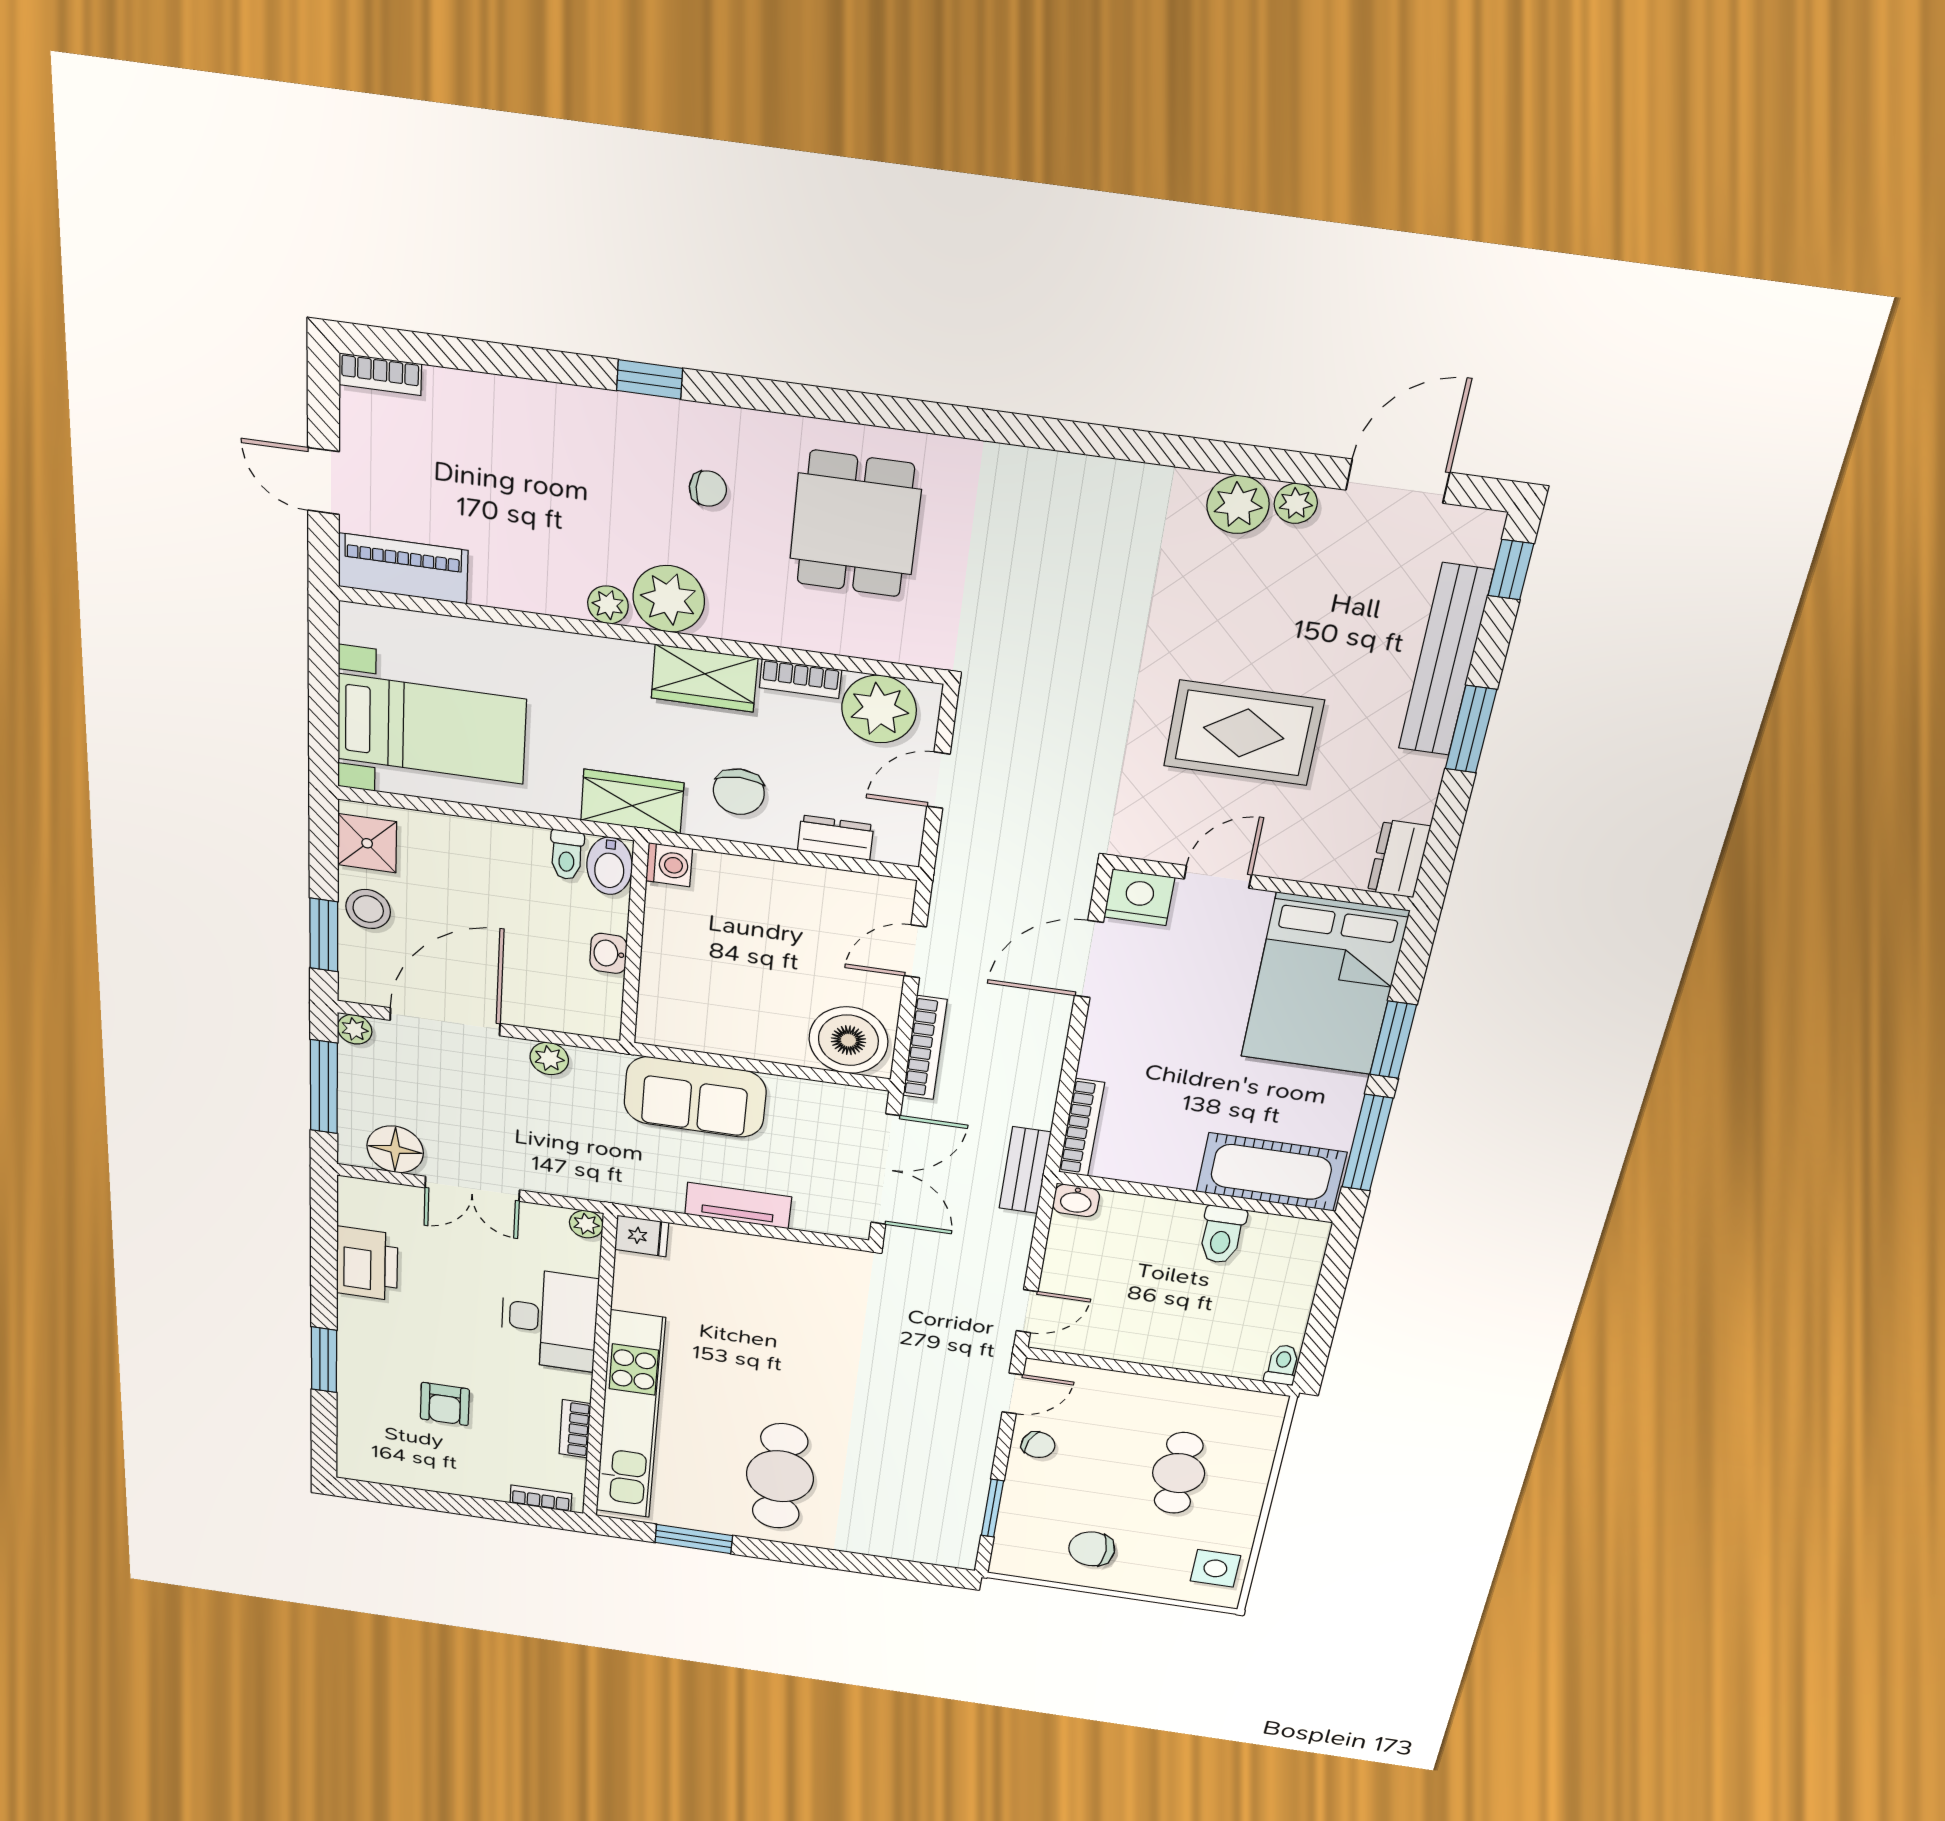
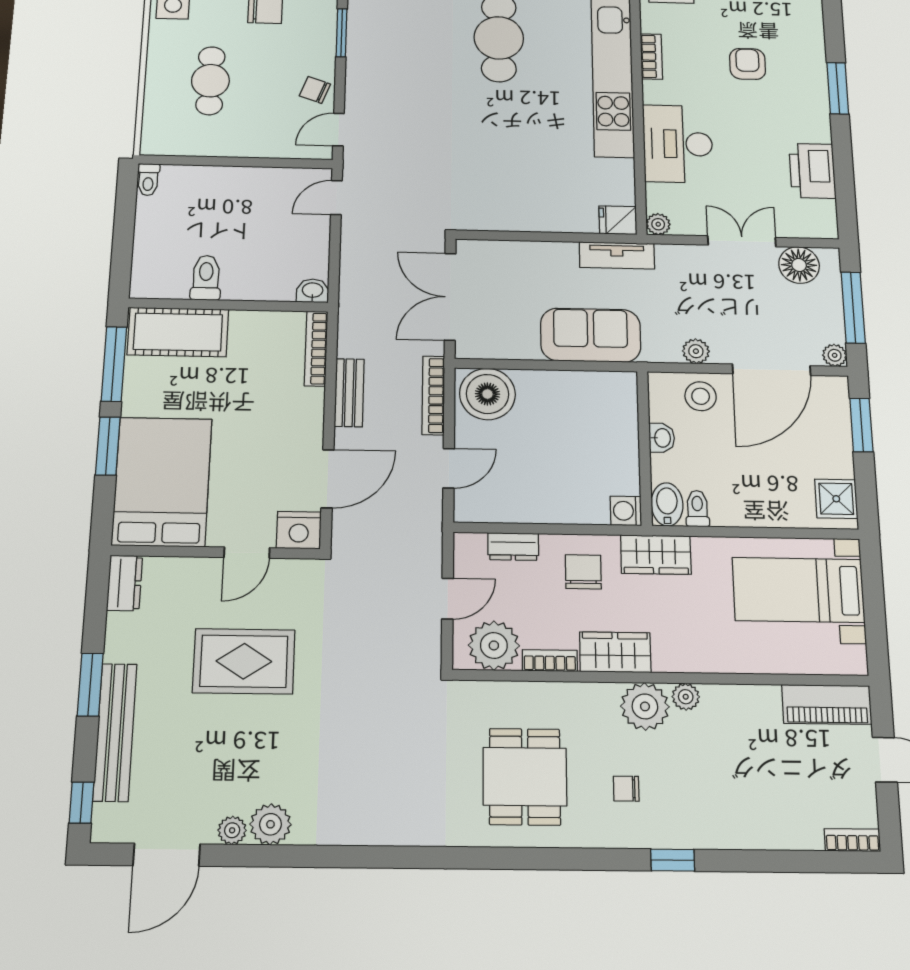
stool: (368, 909) -> (701, 396), moved
bench: (1025, 1170) -> (349, 393), moved
tv unit: (738, 1205) -> (617, 255), moved

